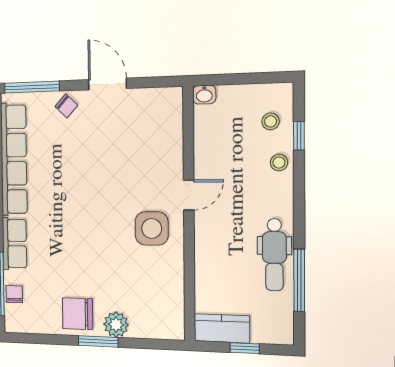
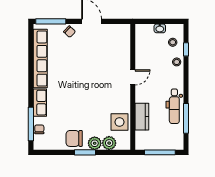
washbasin: (204, 95) -> (160, 28), moved
side table: (152, 228) -> (119, 122), moved
plant: (144, 325) -> (109, 143), added
kitchen counter: (222, 328) -> (142, 117), moved, turned 90
window: (245, 348) -> (160, 152), width x2.17

